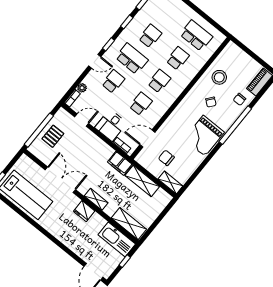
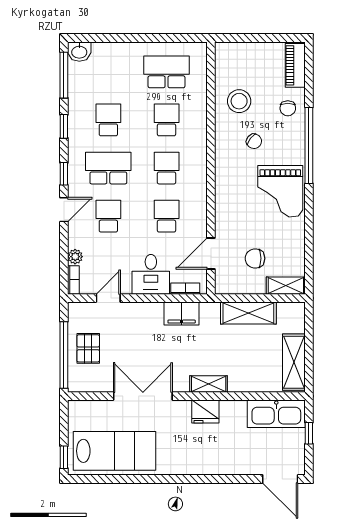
filing cabinet: (120, 163) -> (182, 313), moved
shelving: (129, 224) -> (294, 362), moved, turned 90

